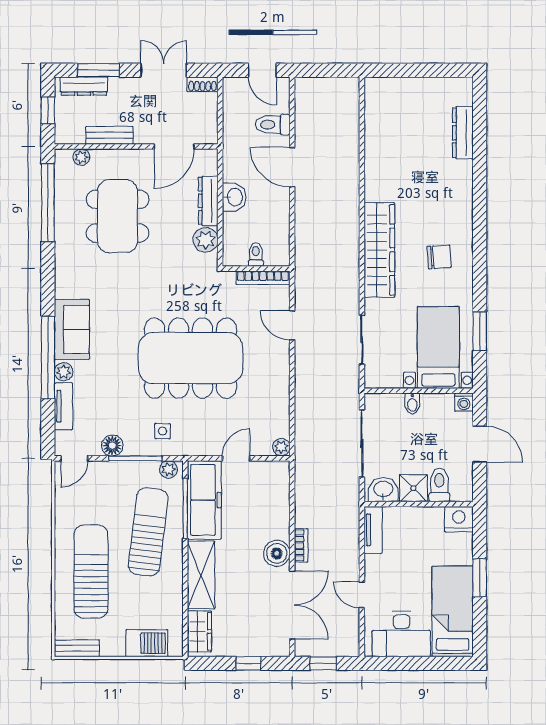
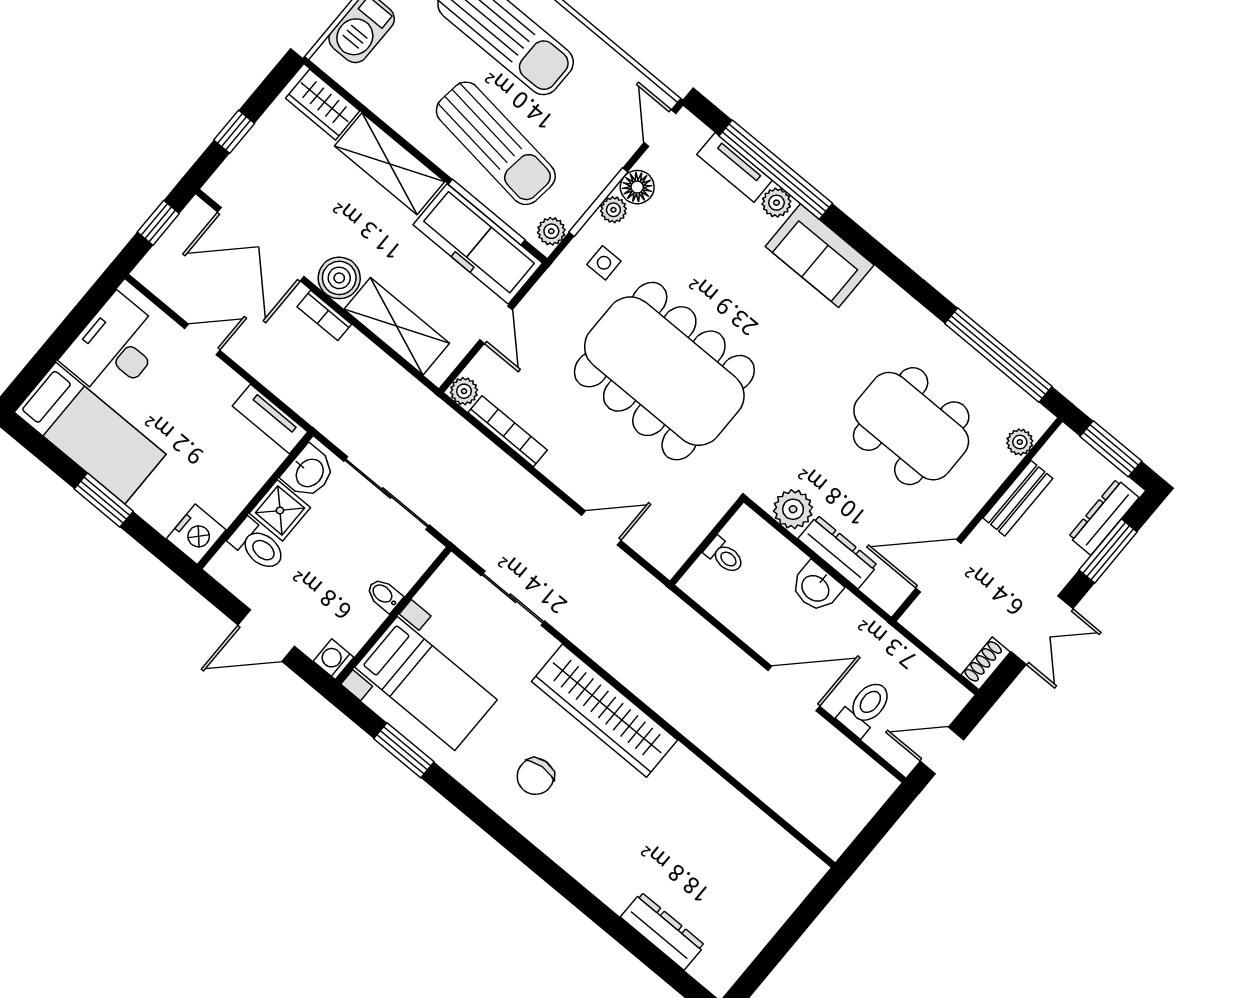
window: (48, 110) -> (1111, 449), width x1.50
door: (174, 147) -> (938, 566), hinge flipped
bookcase: (263, 278) -> (508, 431), moved, turned 90
window: (48, 358) -> (776, 170), moved
dining table: (191, 358) -> (664, 371), turned 90
plant: (133, 448) -> (613, 210), added
shelving: (277, 506) -> (397, 326), added

